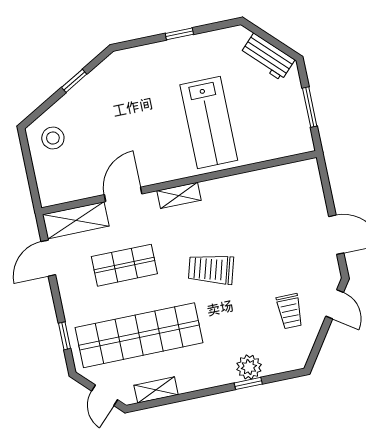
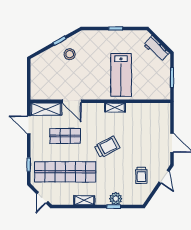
stool: (53, 138) -> (70, 54), moved
door: (123, 194) -> (72, 101), swing flipped
shelving: (179, 195) -> (115, 108), moved
door: (48, 258) -> (29, 125), hinge flipped
trolley: (211, 269) -> (107, 147), turned 136
shelving: (156, 390) -> (84, 200), moved

